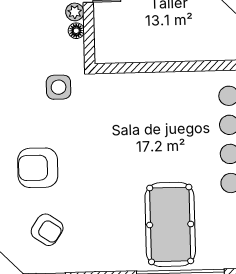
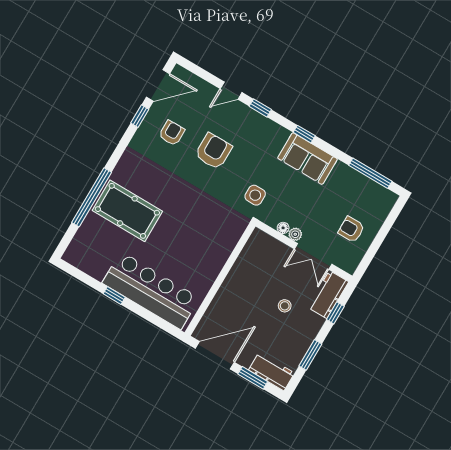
armchair: (47, 230) -> (172, 133), turned 146

